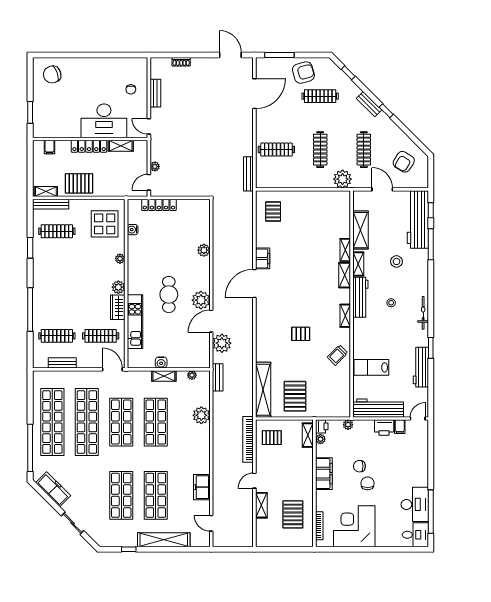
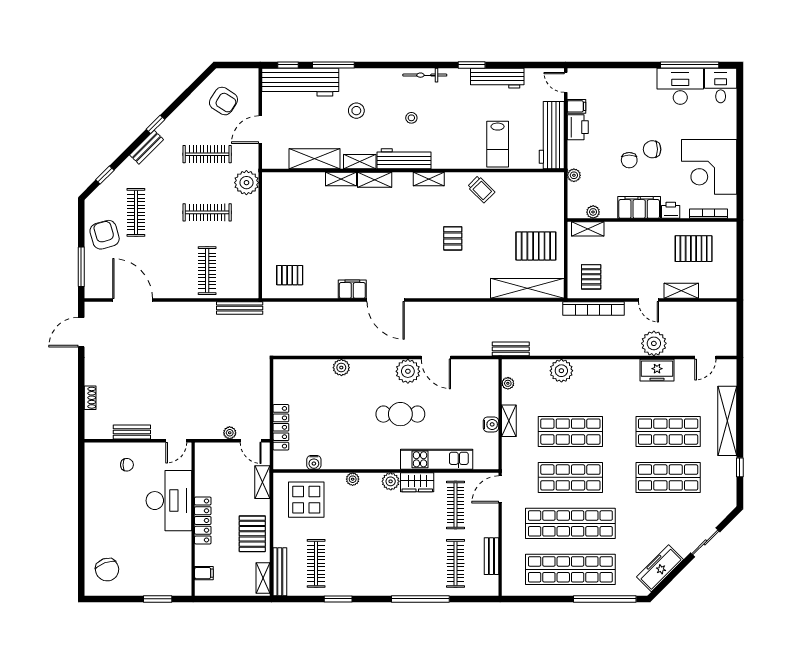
shelving: (121, 146) -> (262, 482), moved
plant: (222, 343) -> (654, 343), moved
printer: (322, 426) -> (671, 210), moved

